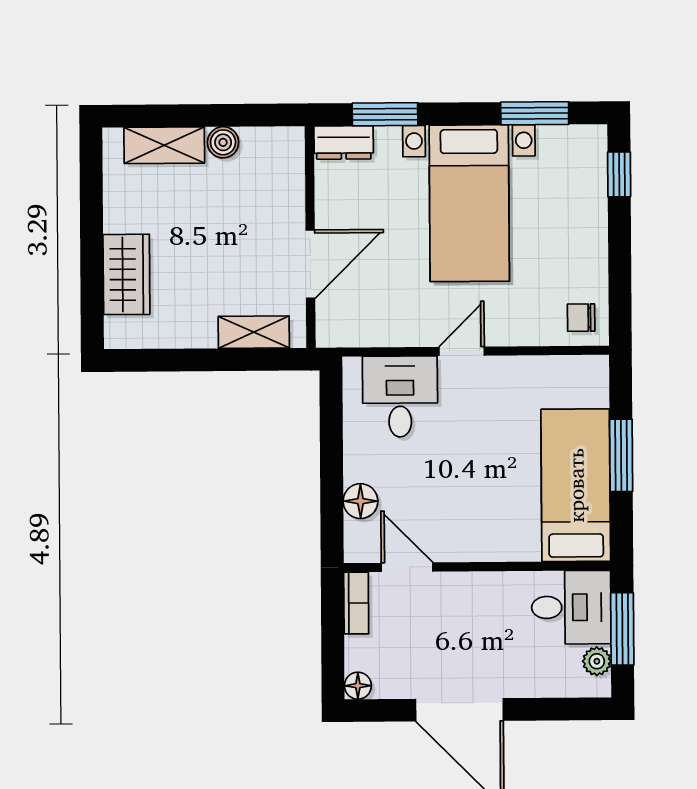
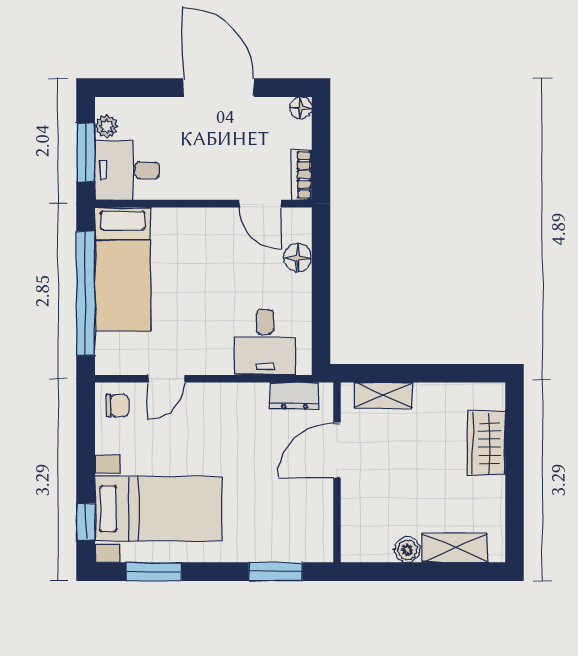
dresser: (344, 143) -> (295, 396), moved, turned 180
bed with nightstands: (469, 203) -> (158, 509), moved, turned 90
door: (462, 351) -> (166, 379), moved
window: (621, 455) -> (86, 293), width x2.11

